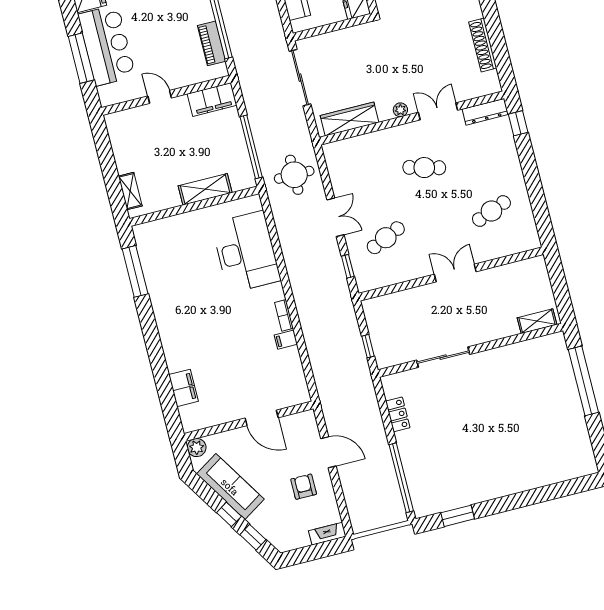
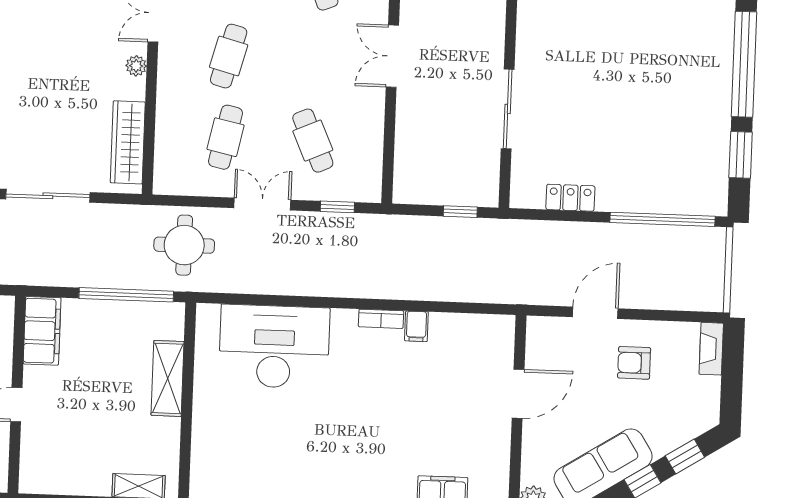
cafe table: (371, 181) -> (226, 137), added
window: (517, 501) -> (744, 64), added

